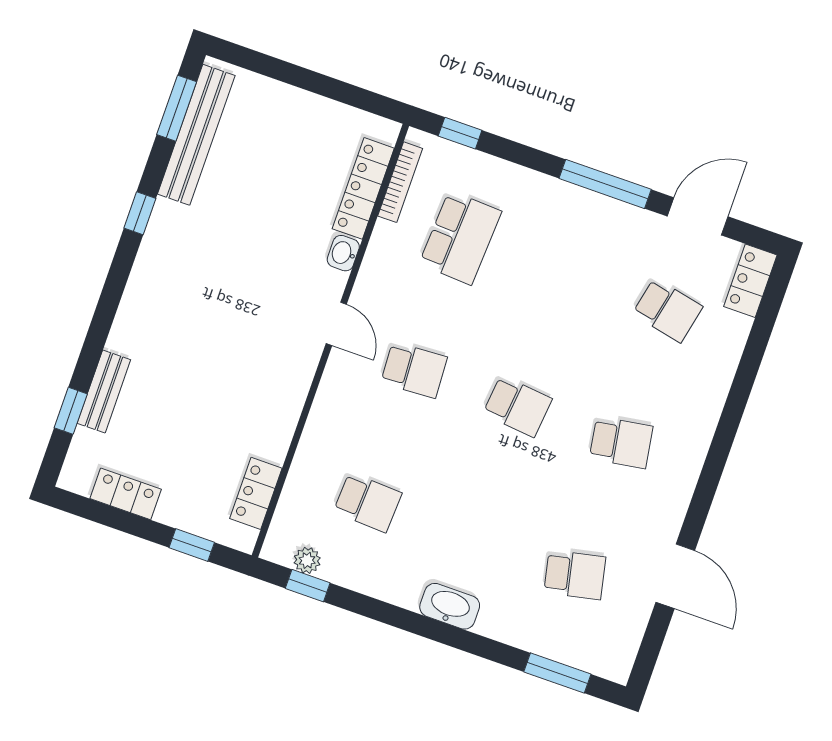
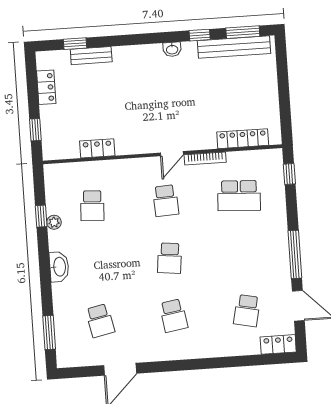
bookcase: (400, 182) -> (205, 158), moved
window: (140, 213) -> (200, 35), moved
washbasin: (343, 253) -> (172, 49), moved, turned 180
locker: (256, 493) -> (97, 148), moved
plant: (307, 560) -> (54, 222), moved
window: (308, 586) -> (41, 216), moved

